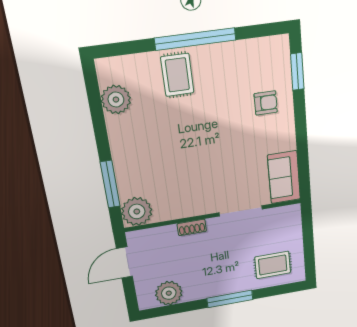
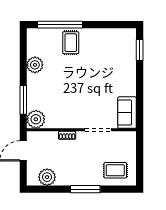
window: (195, 39) -> (60, 25), moved
plant: (116, 100) -> (35, 65), moved
armchair: (266, 103) -> (120, 65), removed

